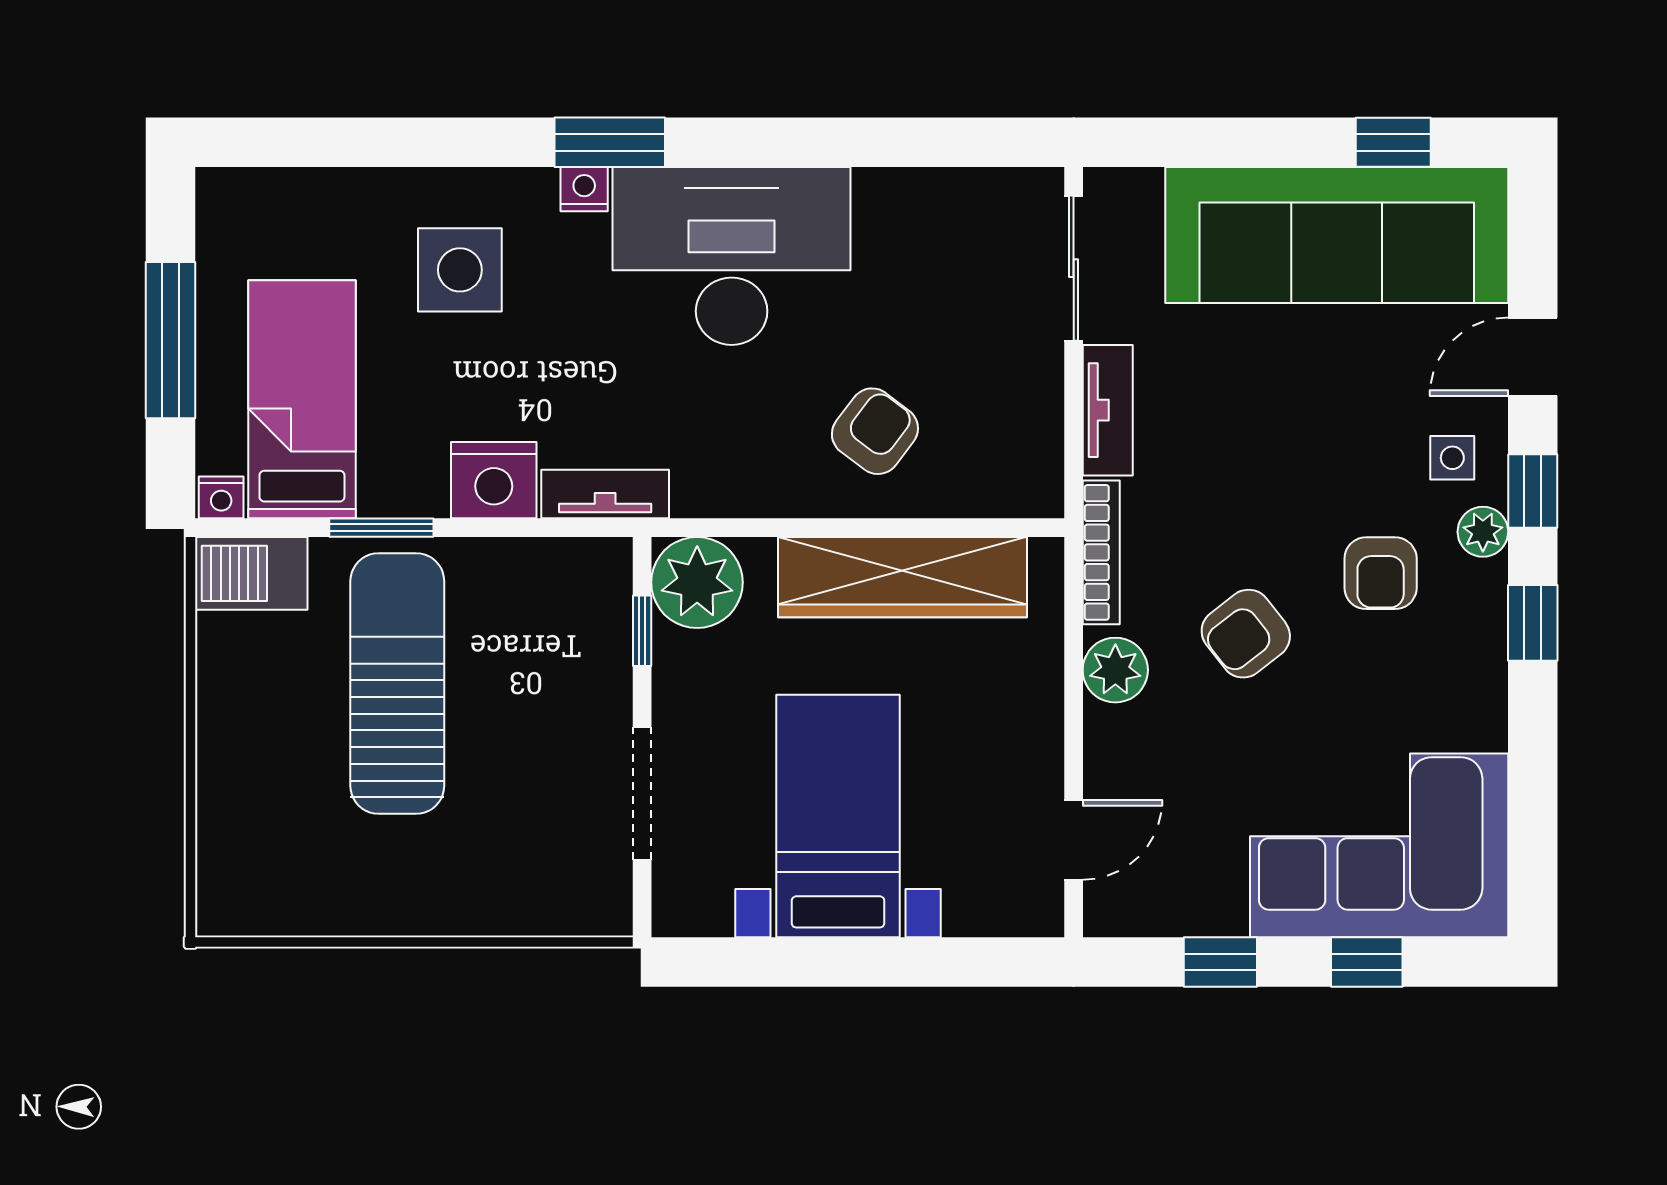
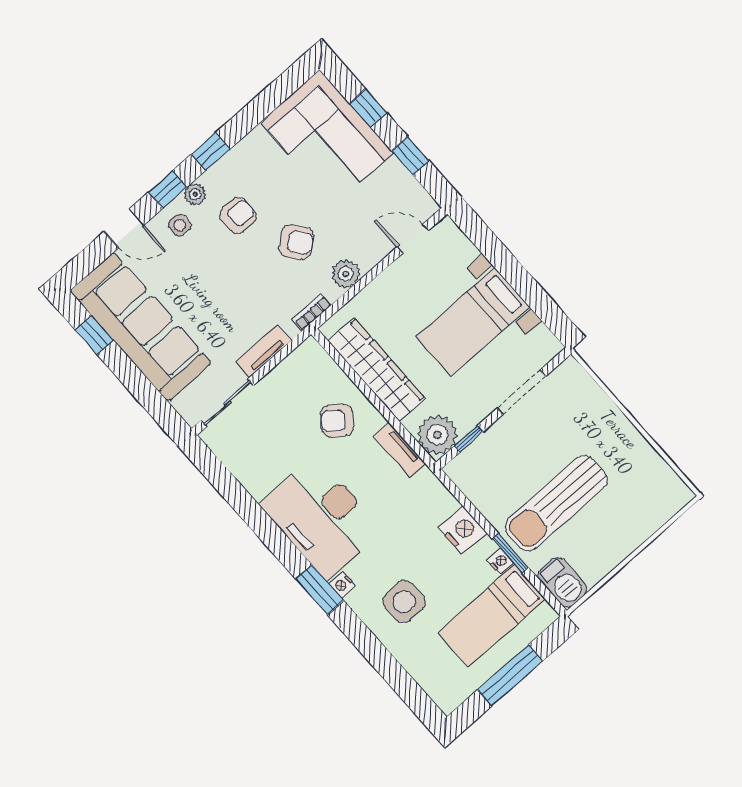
tv unit: (605, 494) -> (400, 450), moved
nightstand: (221, 497) -> (500, 561), moved
bookcase: (1101, 552) -> (312, 312), width x0.64

